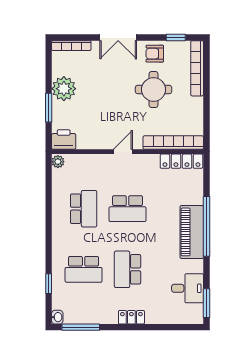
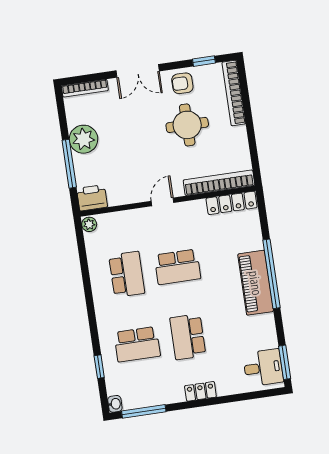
window: (49, 108) -> (69, 164), width x1.44
desk: (188, 288) -> (263, 368), moved

